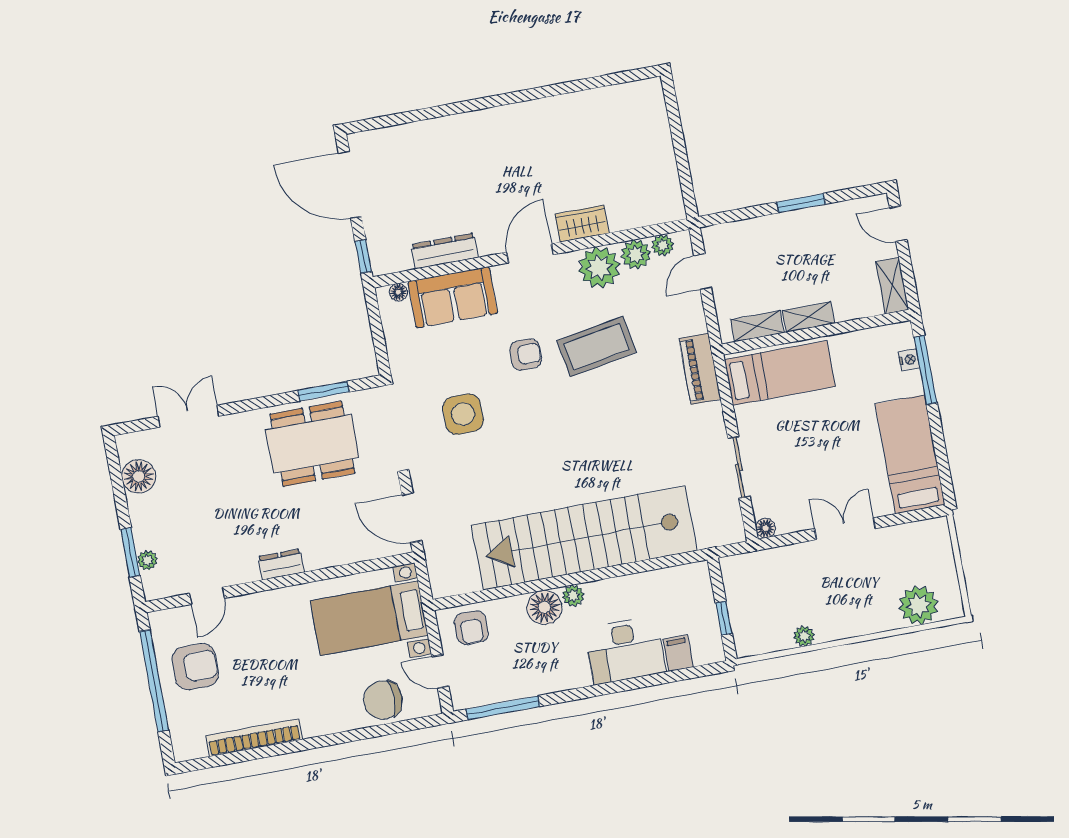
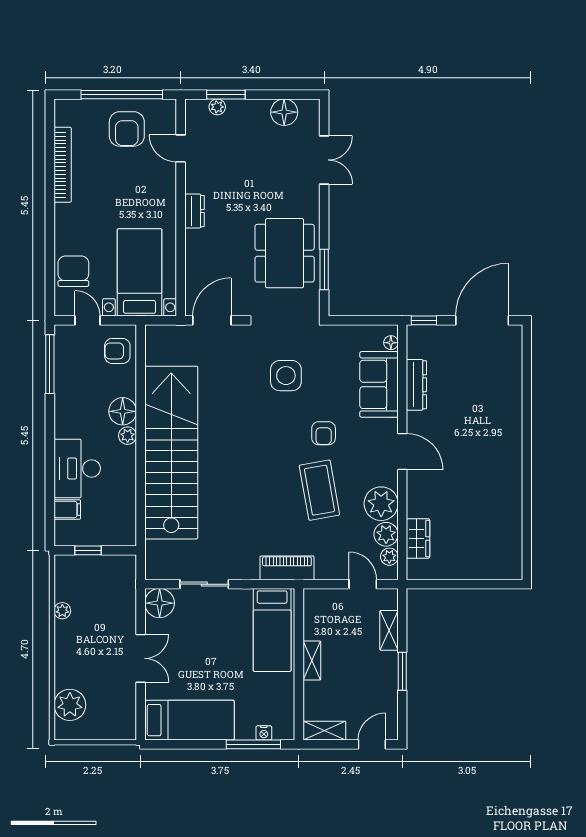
wardrobe: (582, 224) -> (418, 539), moved
shelving: (757, 326) -> (389, 630), moved
floor lamp: (765, 528) -> (160, 603), width x1.89, depth x1.89
door: (440, 671) -> (87, 320), hinge flipped

